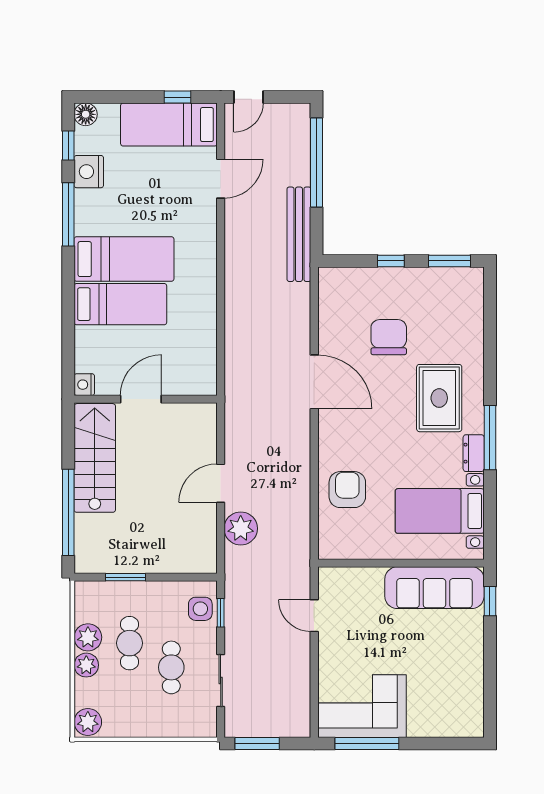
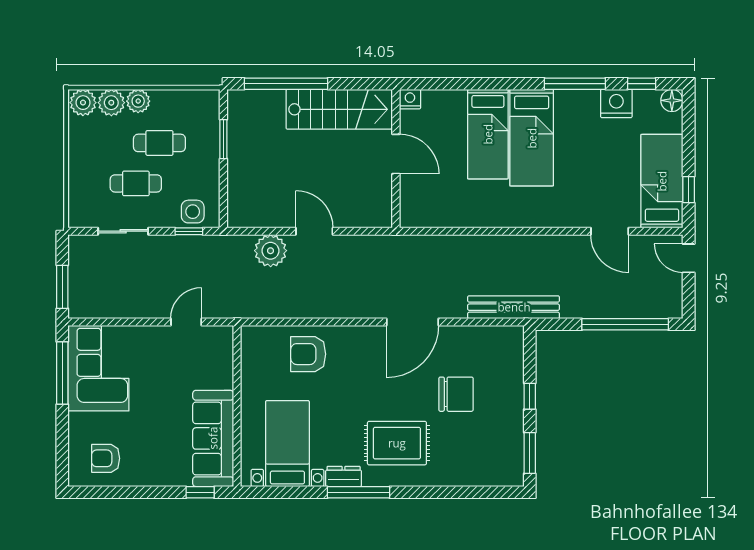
bench: (299, 234) -> (514, 307), moved
armchair: (347, 490) -> (308, 354), turned 180
plant: (88, 637) -> (111, 103), moved
armchair: (455, 699) -> (106, 458), added
window: (257, 743) -> (62, 287), moved

